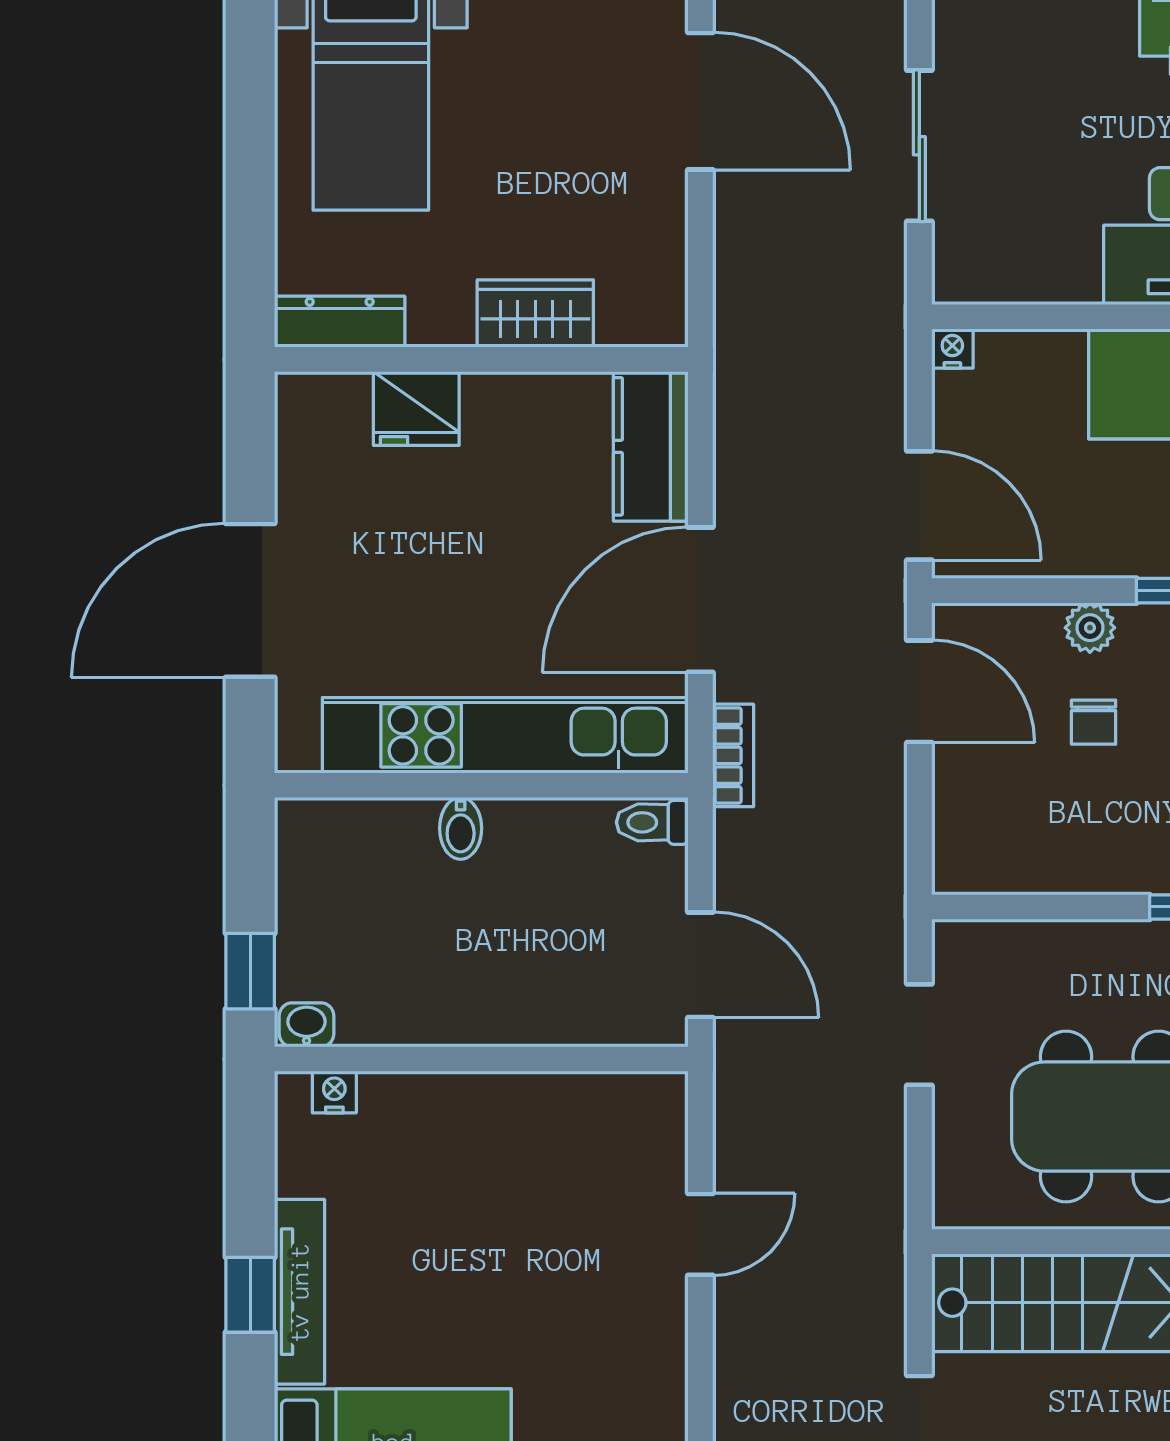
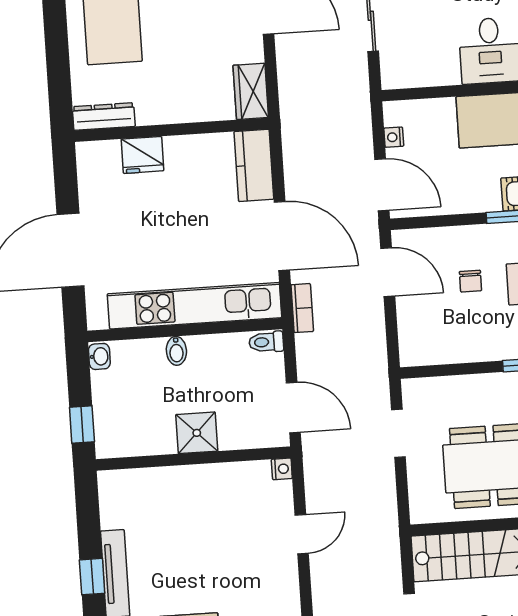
wardrobe: (535, 314) -> (251, 91), moved, turned -90
nightstand: (952, 349) -> (394, 137), moved, turned -90
door: (700, 600) -> (282, 236), swing flipped
plant: (1090, 628) -> (466, 237), removed
shower: (492, 1005) -> (197, 433), added
washbasin: (307, 1025) -> (99, 356), moved, turned 90
nightstand: (334, 1092) -> (282, 469), moved, turned 90

